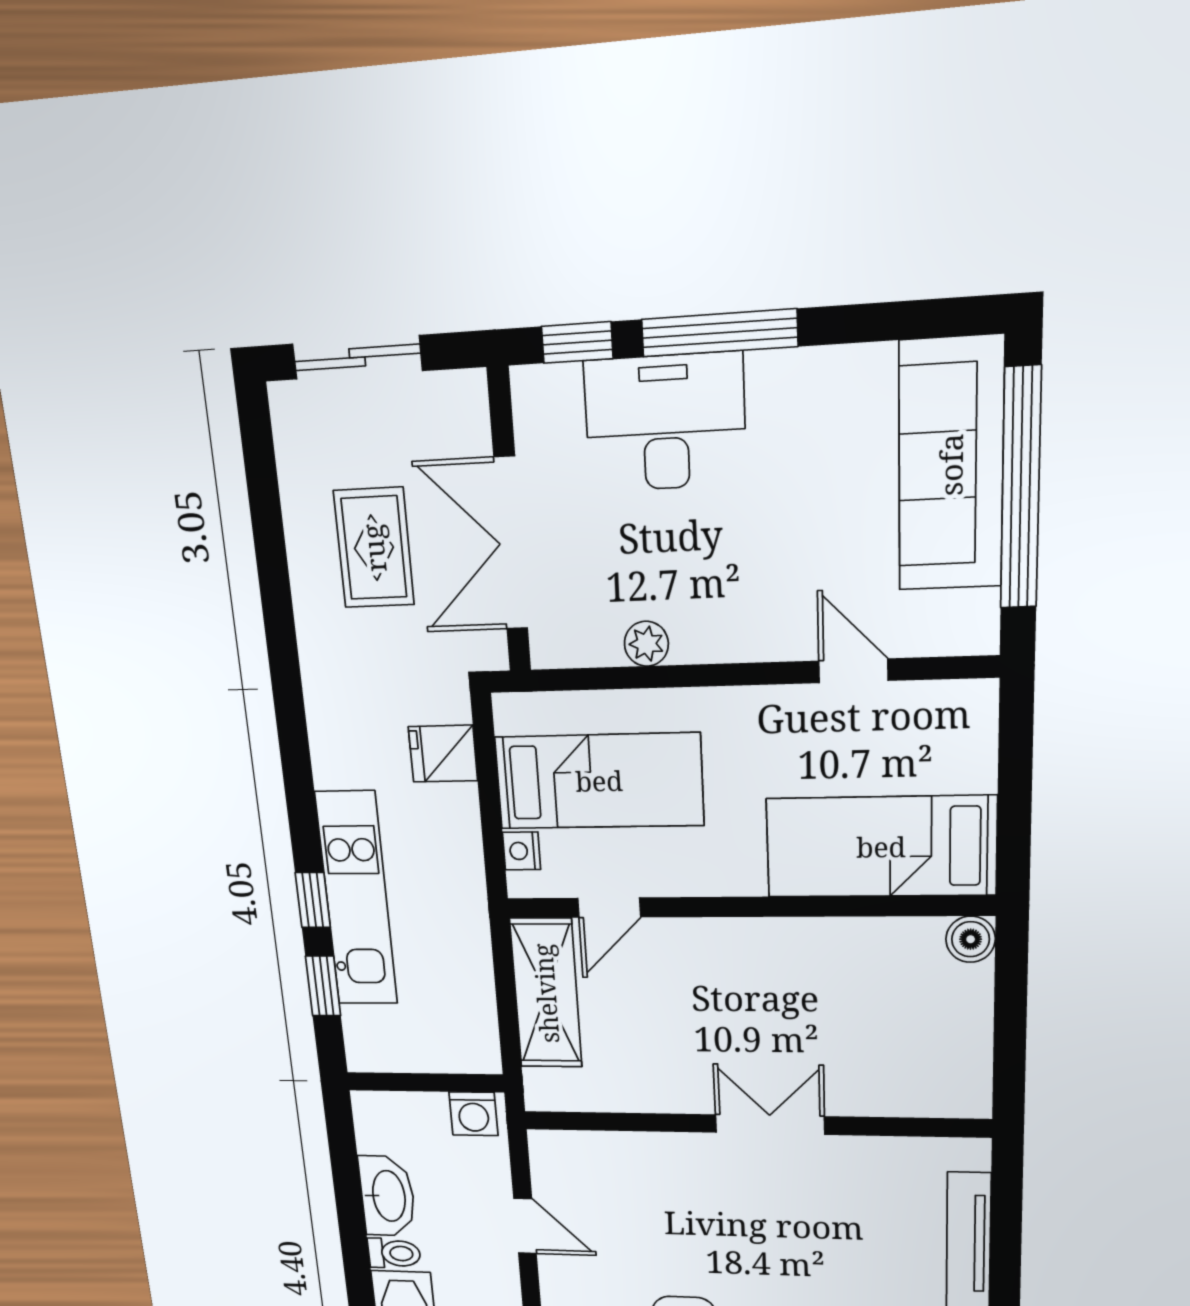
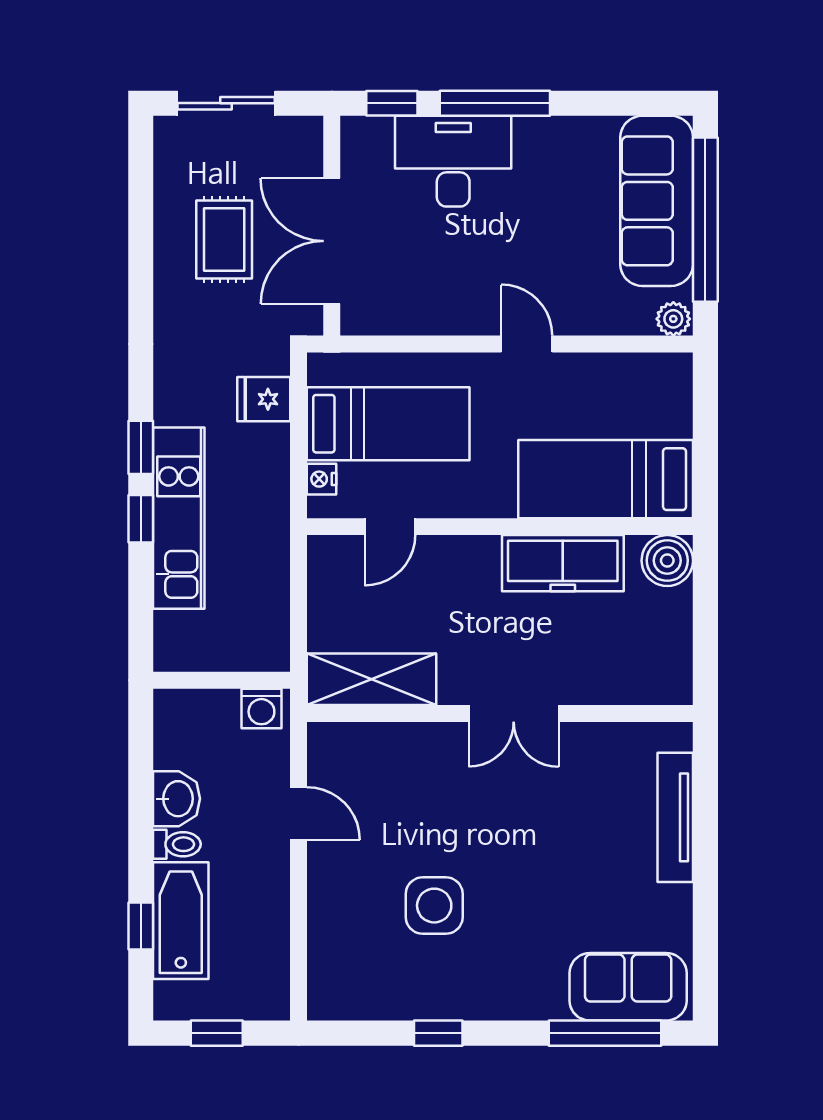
plant: (646, 644) -> (673, 319), moved
door: (853, 671) -> (527, 344), moved
boiler: (971, 939) -> (667, 561), width x1.36, depth x1.36
freezer: (827, 951) -> (563, 563), added
window: (323, 986) -> (141, 447), moved
shelving: (546, 993) -> (371, 679), moved, turned 90
double door: (770, 1125) -> (514, 713), swing flipped
washbasin: (387, 1196) -> (177, 799), width x0.72

